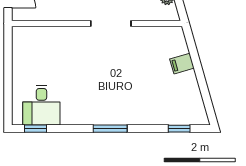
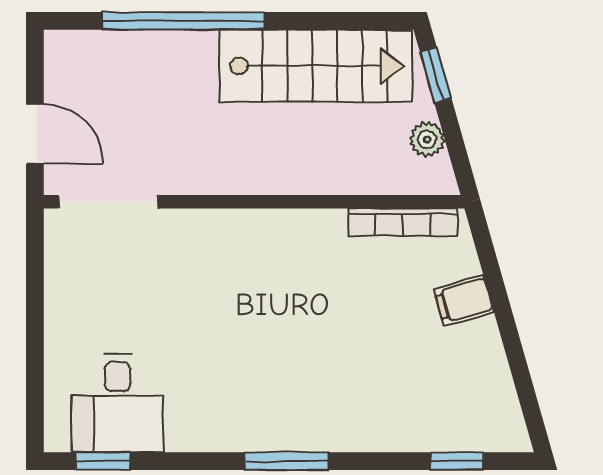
doorway: (111, 23) -> (108, 202), moved
bookcase: (157, 32) -> (403, 222), added

